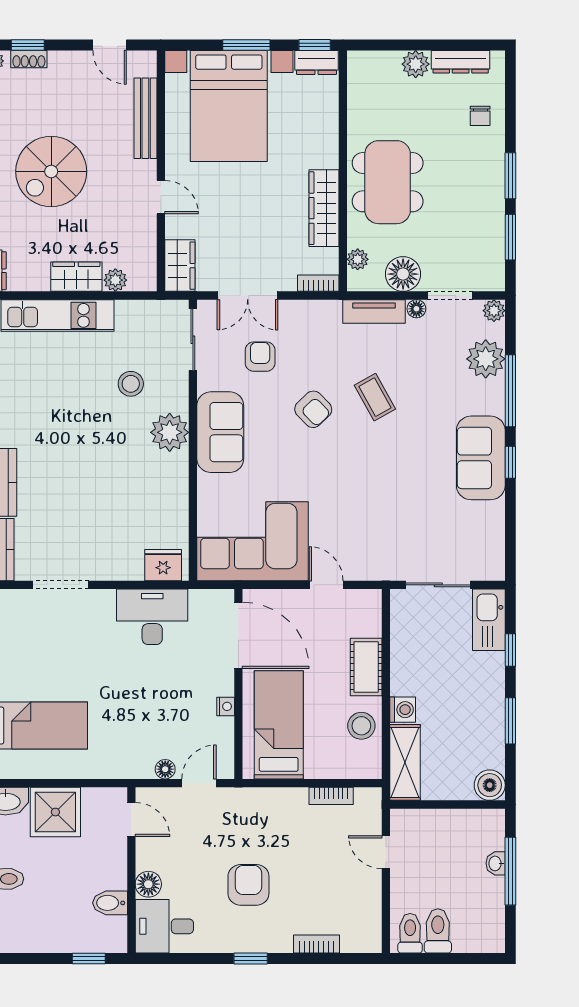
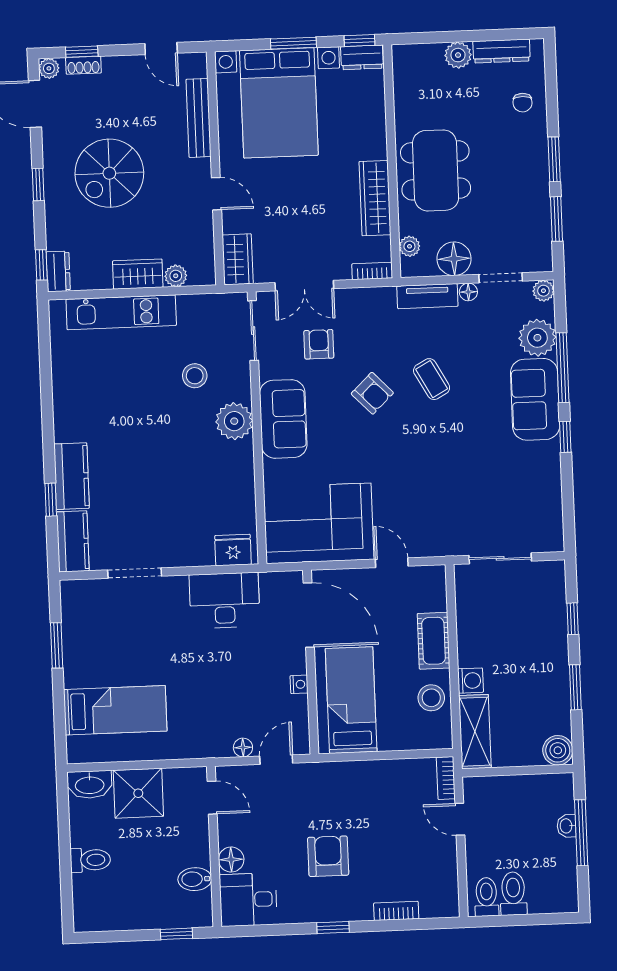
sofa: (481, 458) -> (535, 399), moved
kitchen sink: (489, 620) -> (550, 590), removed
bookcase: (331, 796) -> (446, 778), moved, turned 90

